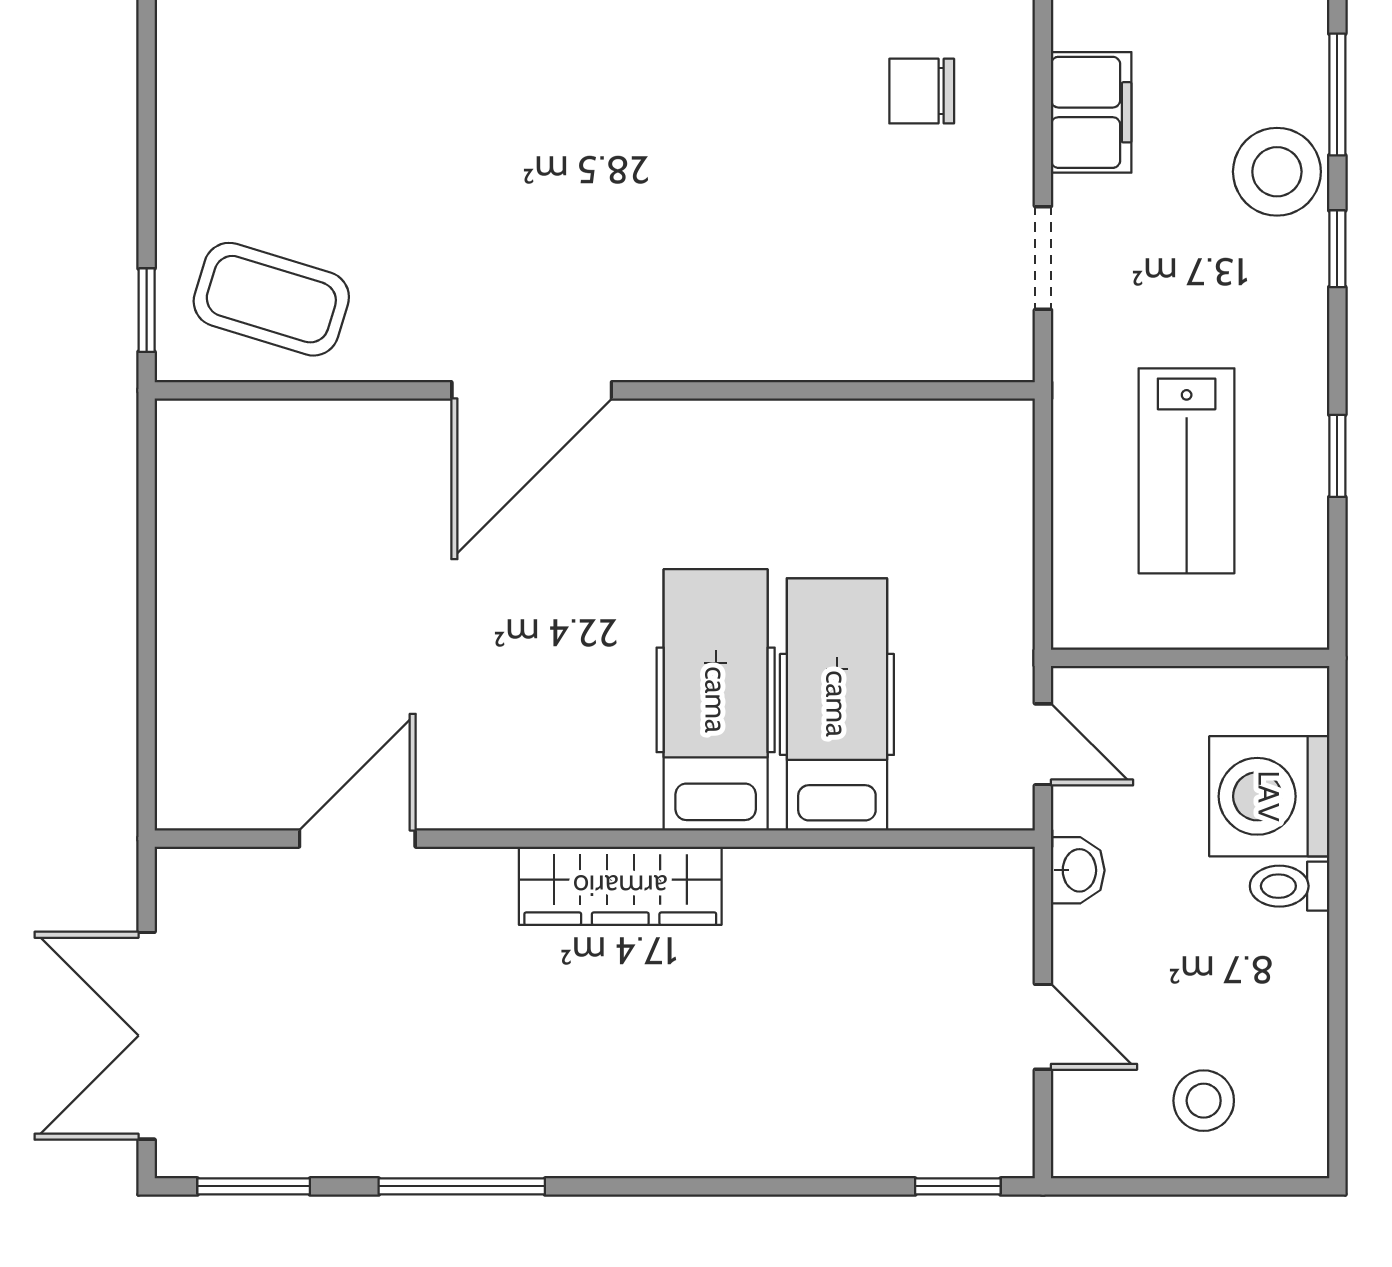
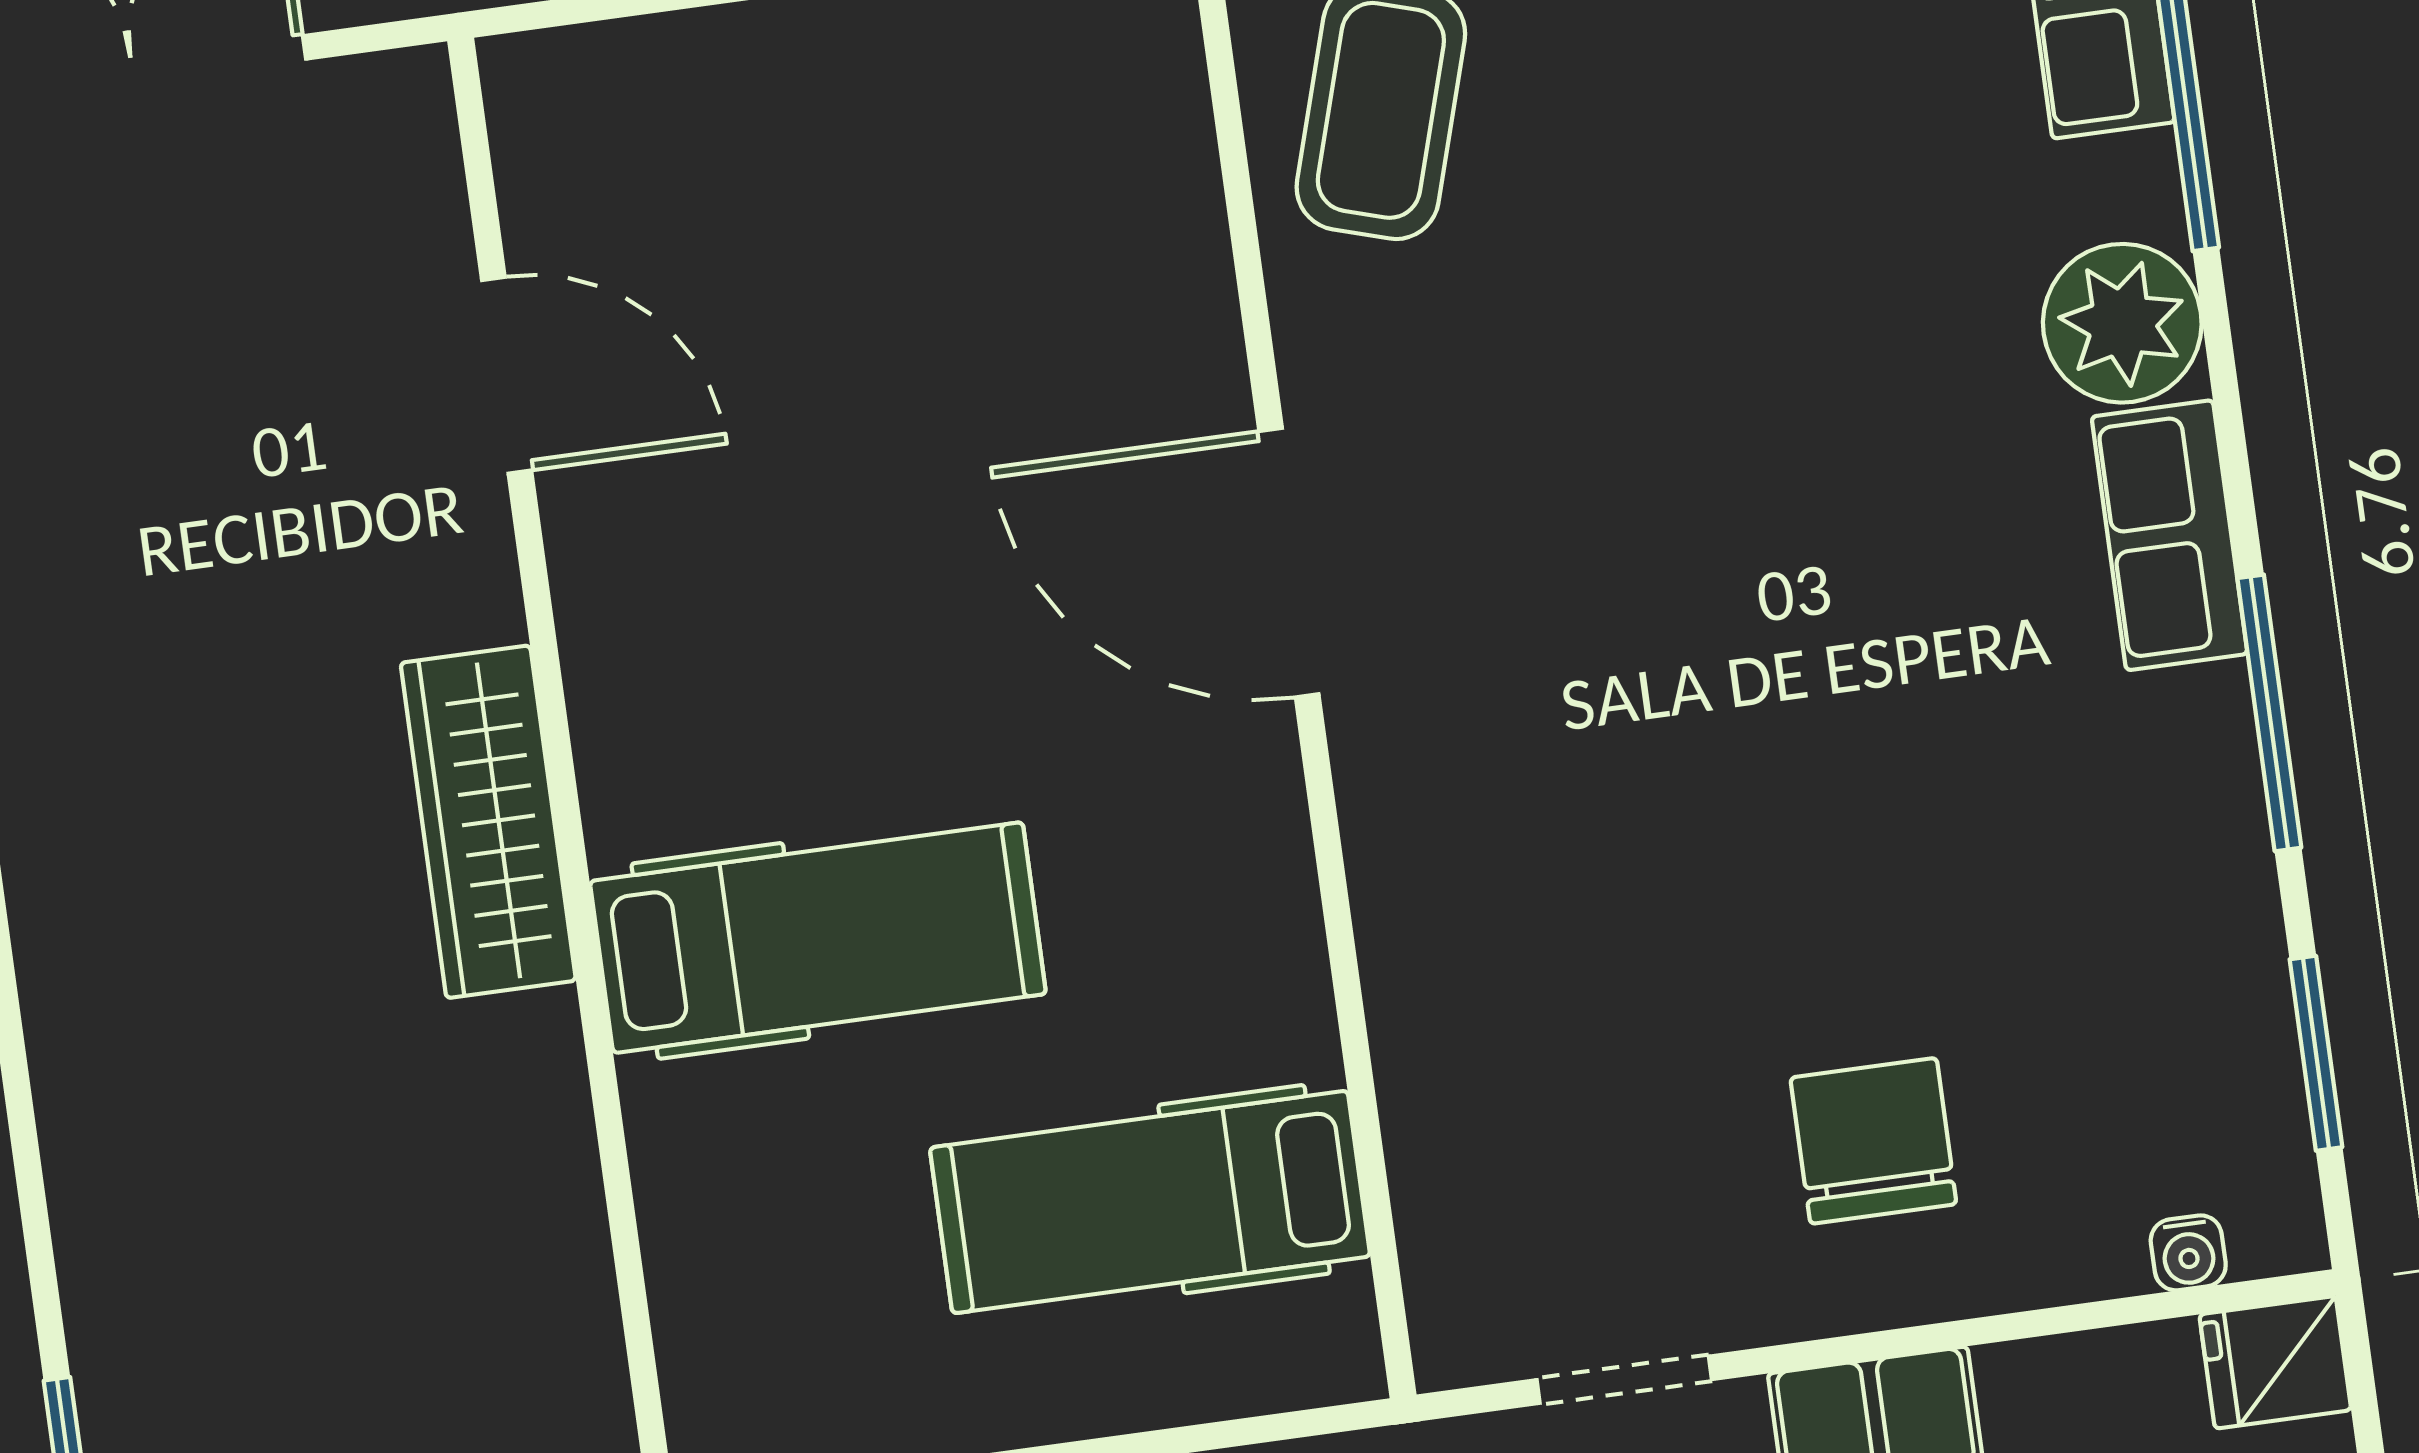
chair: (922, 91) -> (1873, 1141), width x1.37, depth x1.37
hospital bed: (837, 704) -> (1150, 1202), moved, turned 180

